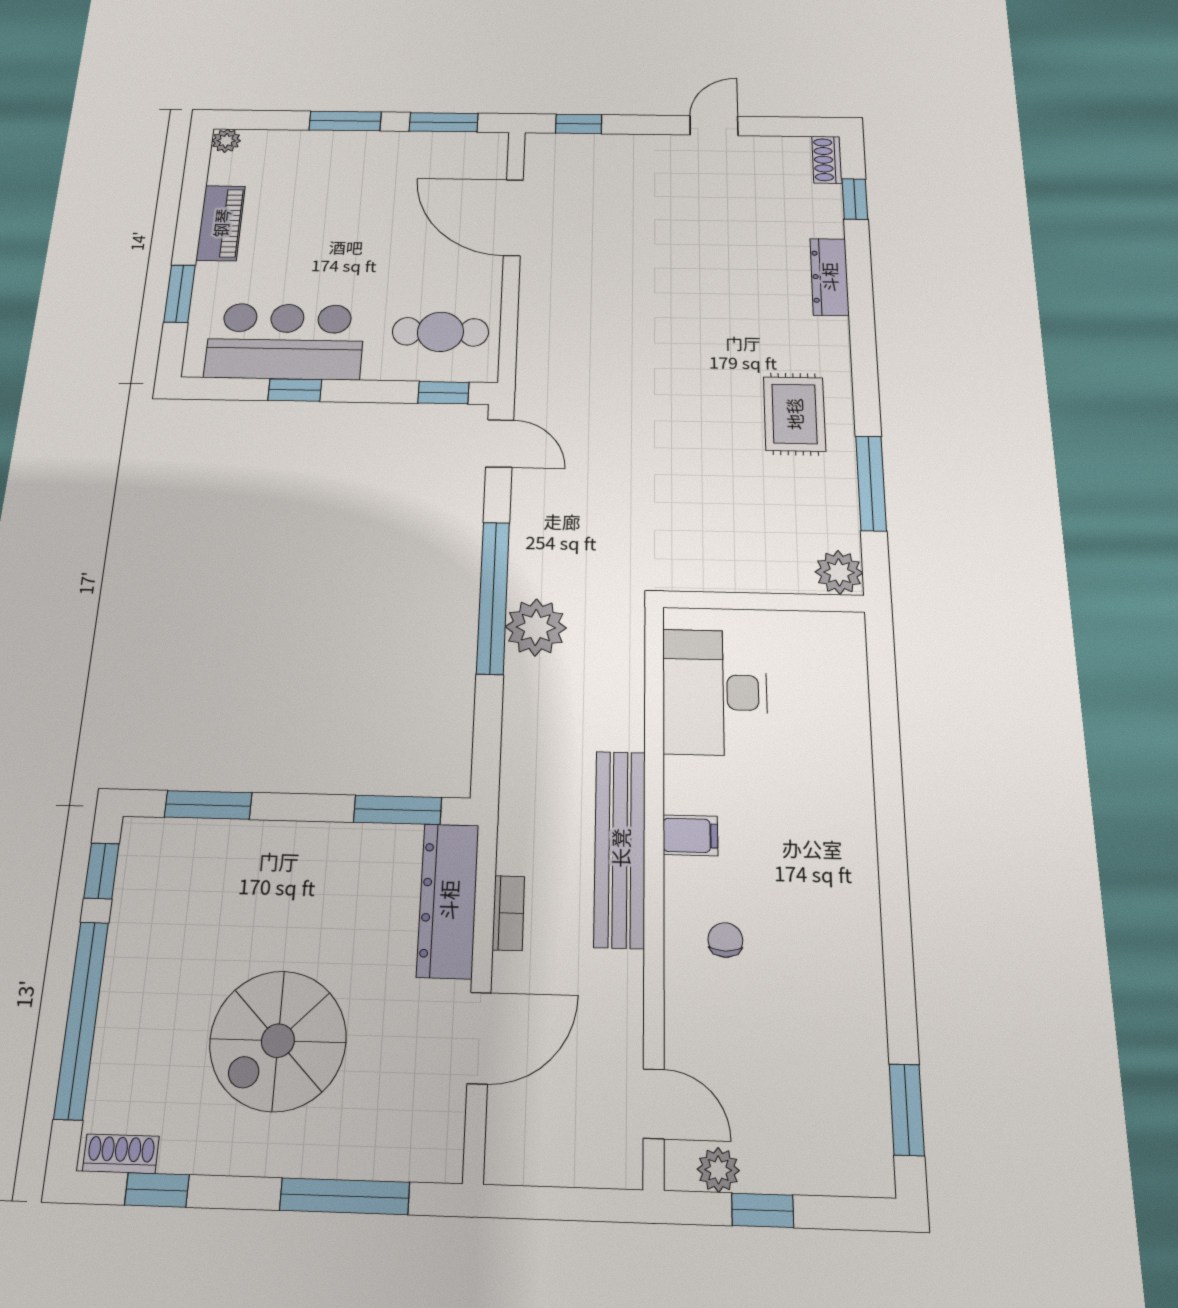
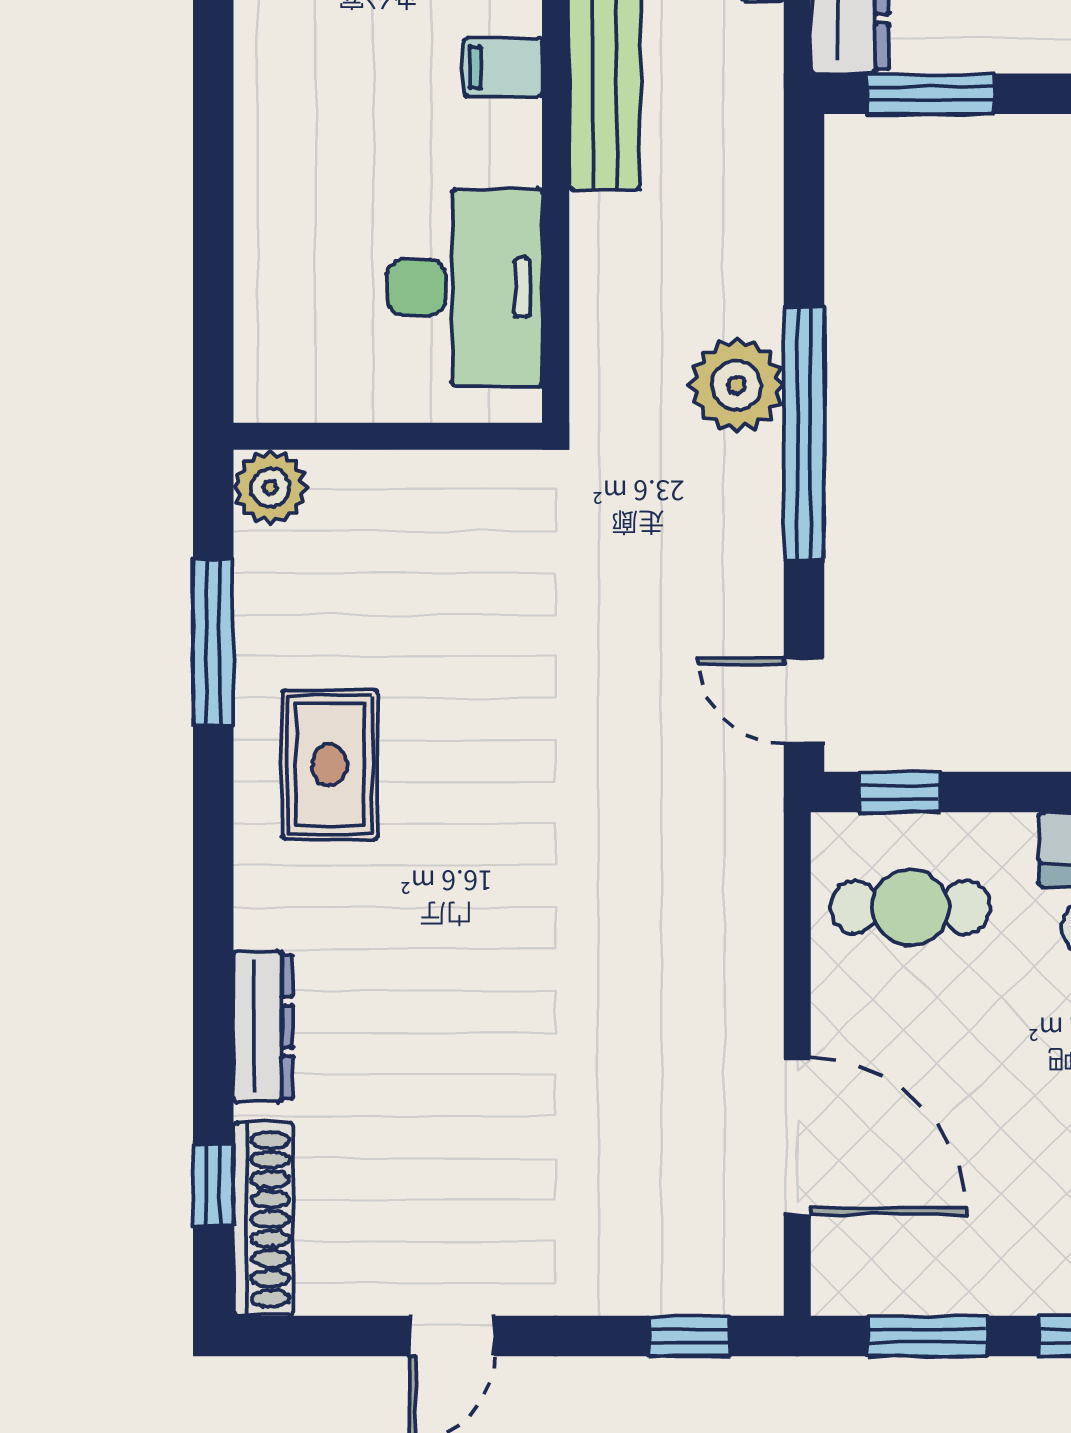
shoe rack: (827, 160) -> (263, 1219), width x1.94, depth x1.24

